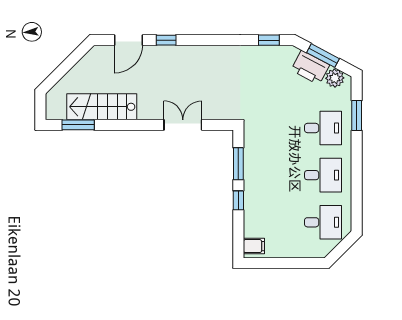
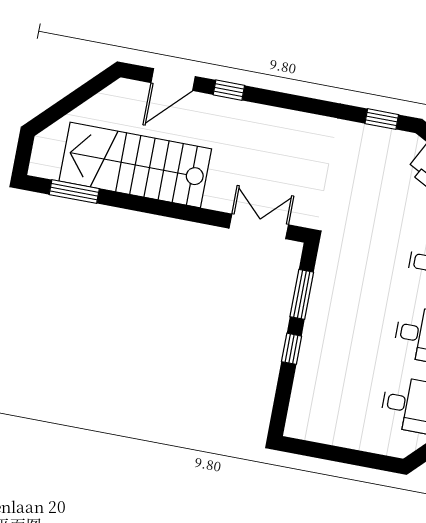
stairs: (102, 107) -> (135, 165), width x1.36, depth x1.51
double door: (183, 125) -> (259, 226), moved
filing cabinet: (254, 246) -> (302, 421), removed

